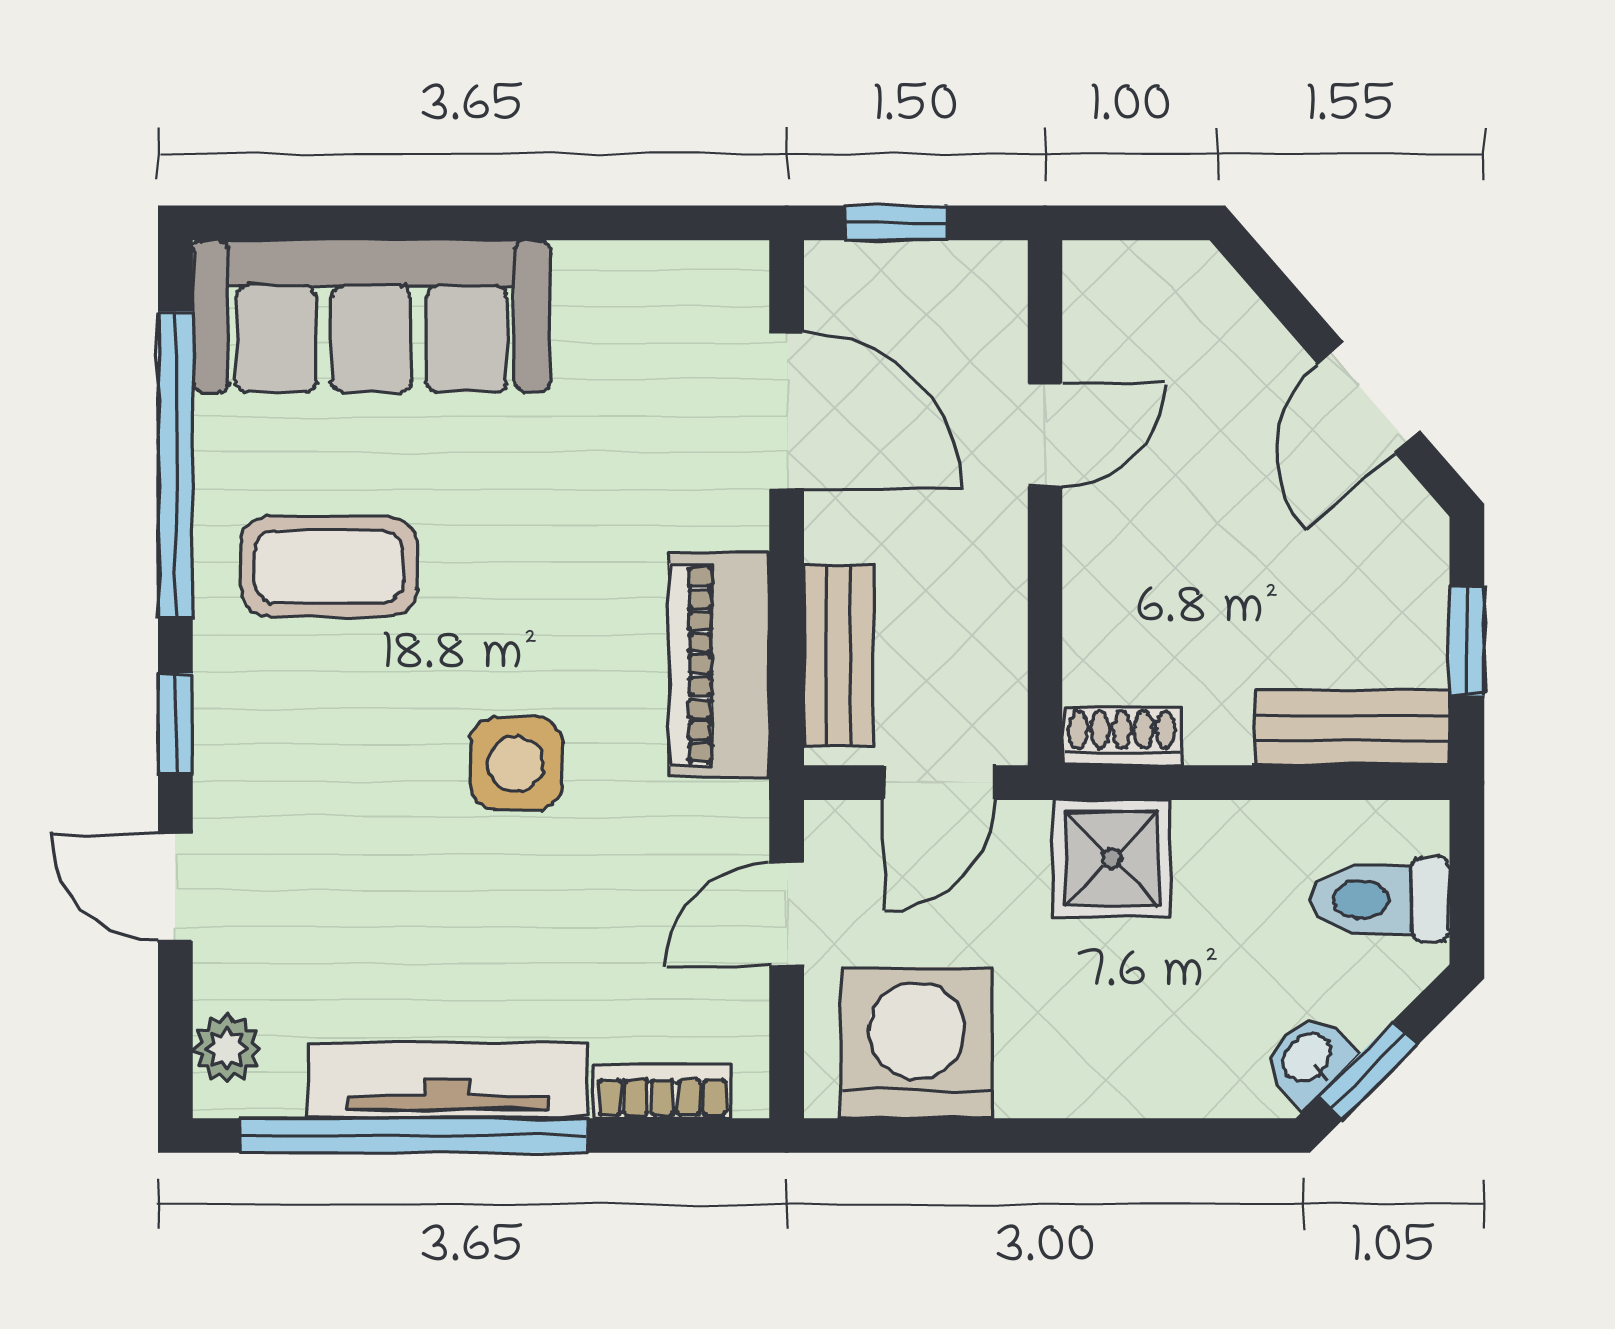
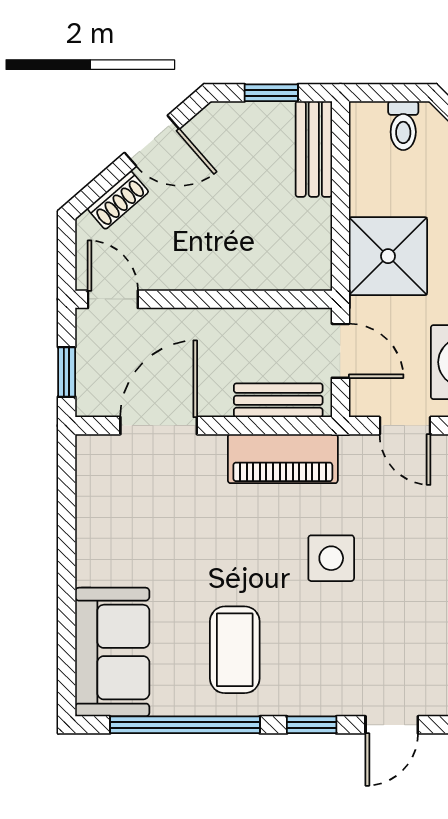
sofa: (371, 316) -> (112, 652), width x0.73
door: (1045, 435) -> (113, 299), moved
shoe rack: (1122, 736) -> (118, 200), moved, turned -131
shower: (1112, 858) -> (388, 256), width x1.36, depth x1.36
toilet: (1380, 899) -> (403, 126), width x0.73, depth x0.72

